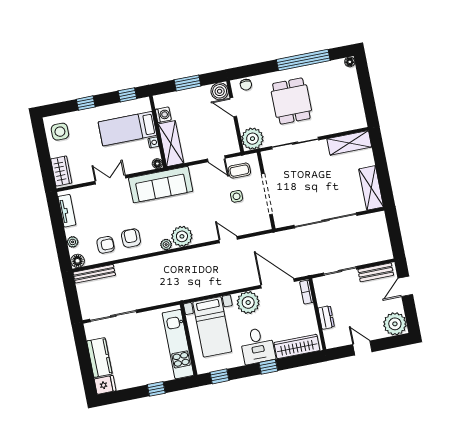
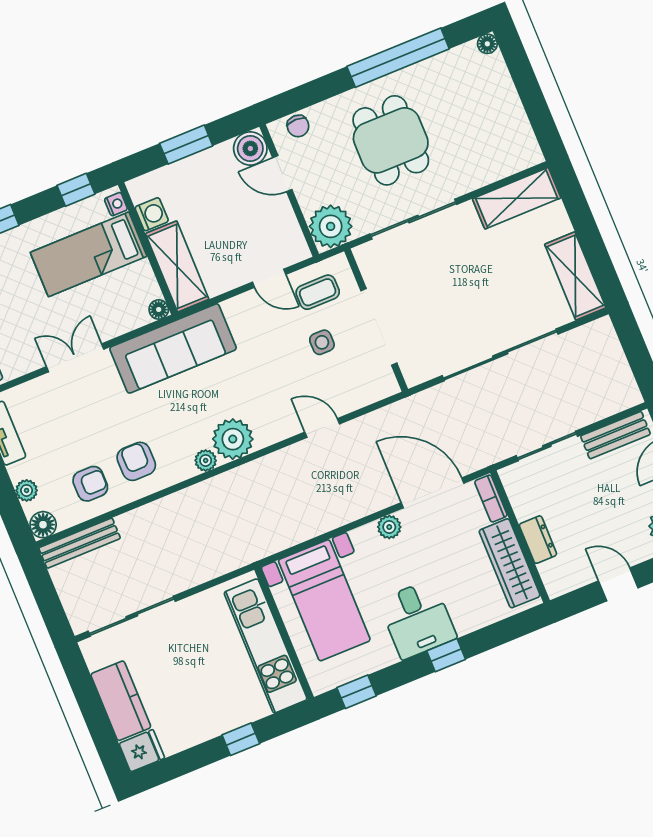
nightstand: (153, 142) -> (116, 204), moved
plant: (248, 303) -> (389, 527), width x0.53, depth x0.53
wardrobe: (297, 346) -> (510, 563), moved, turned -90

